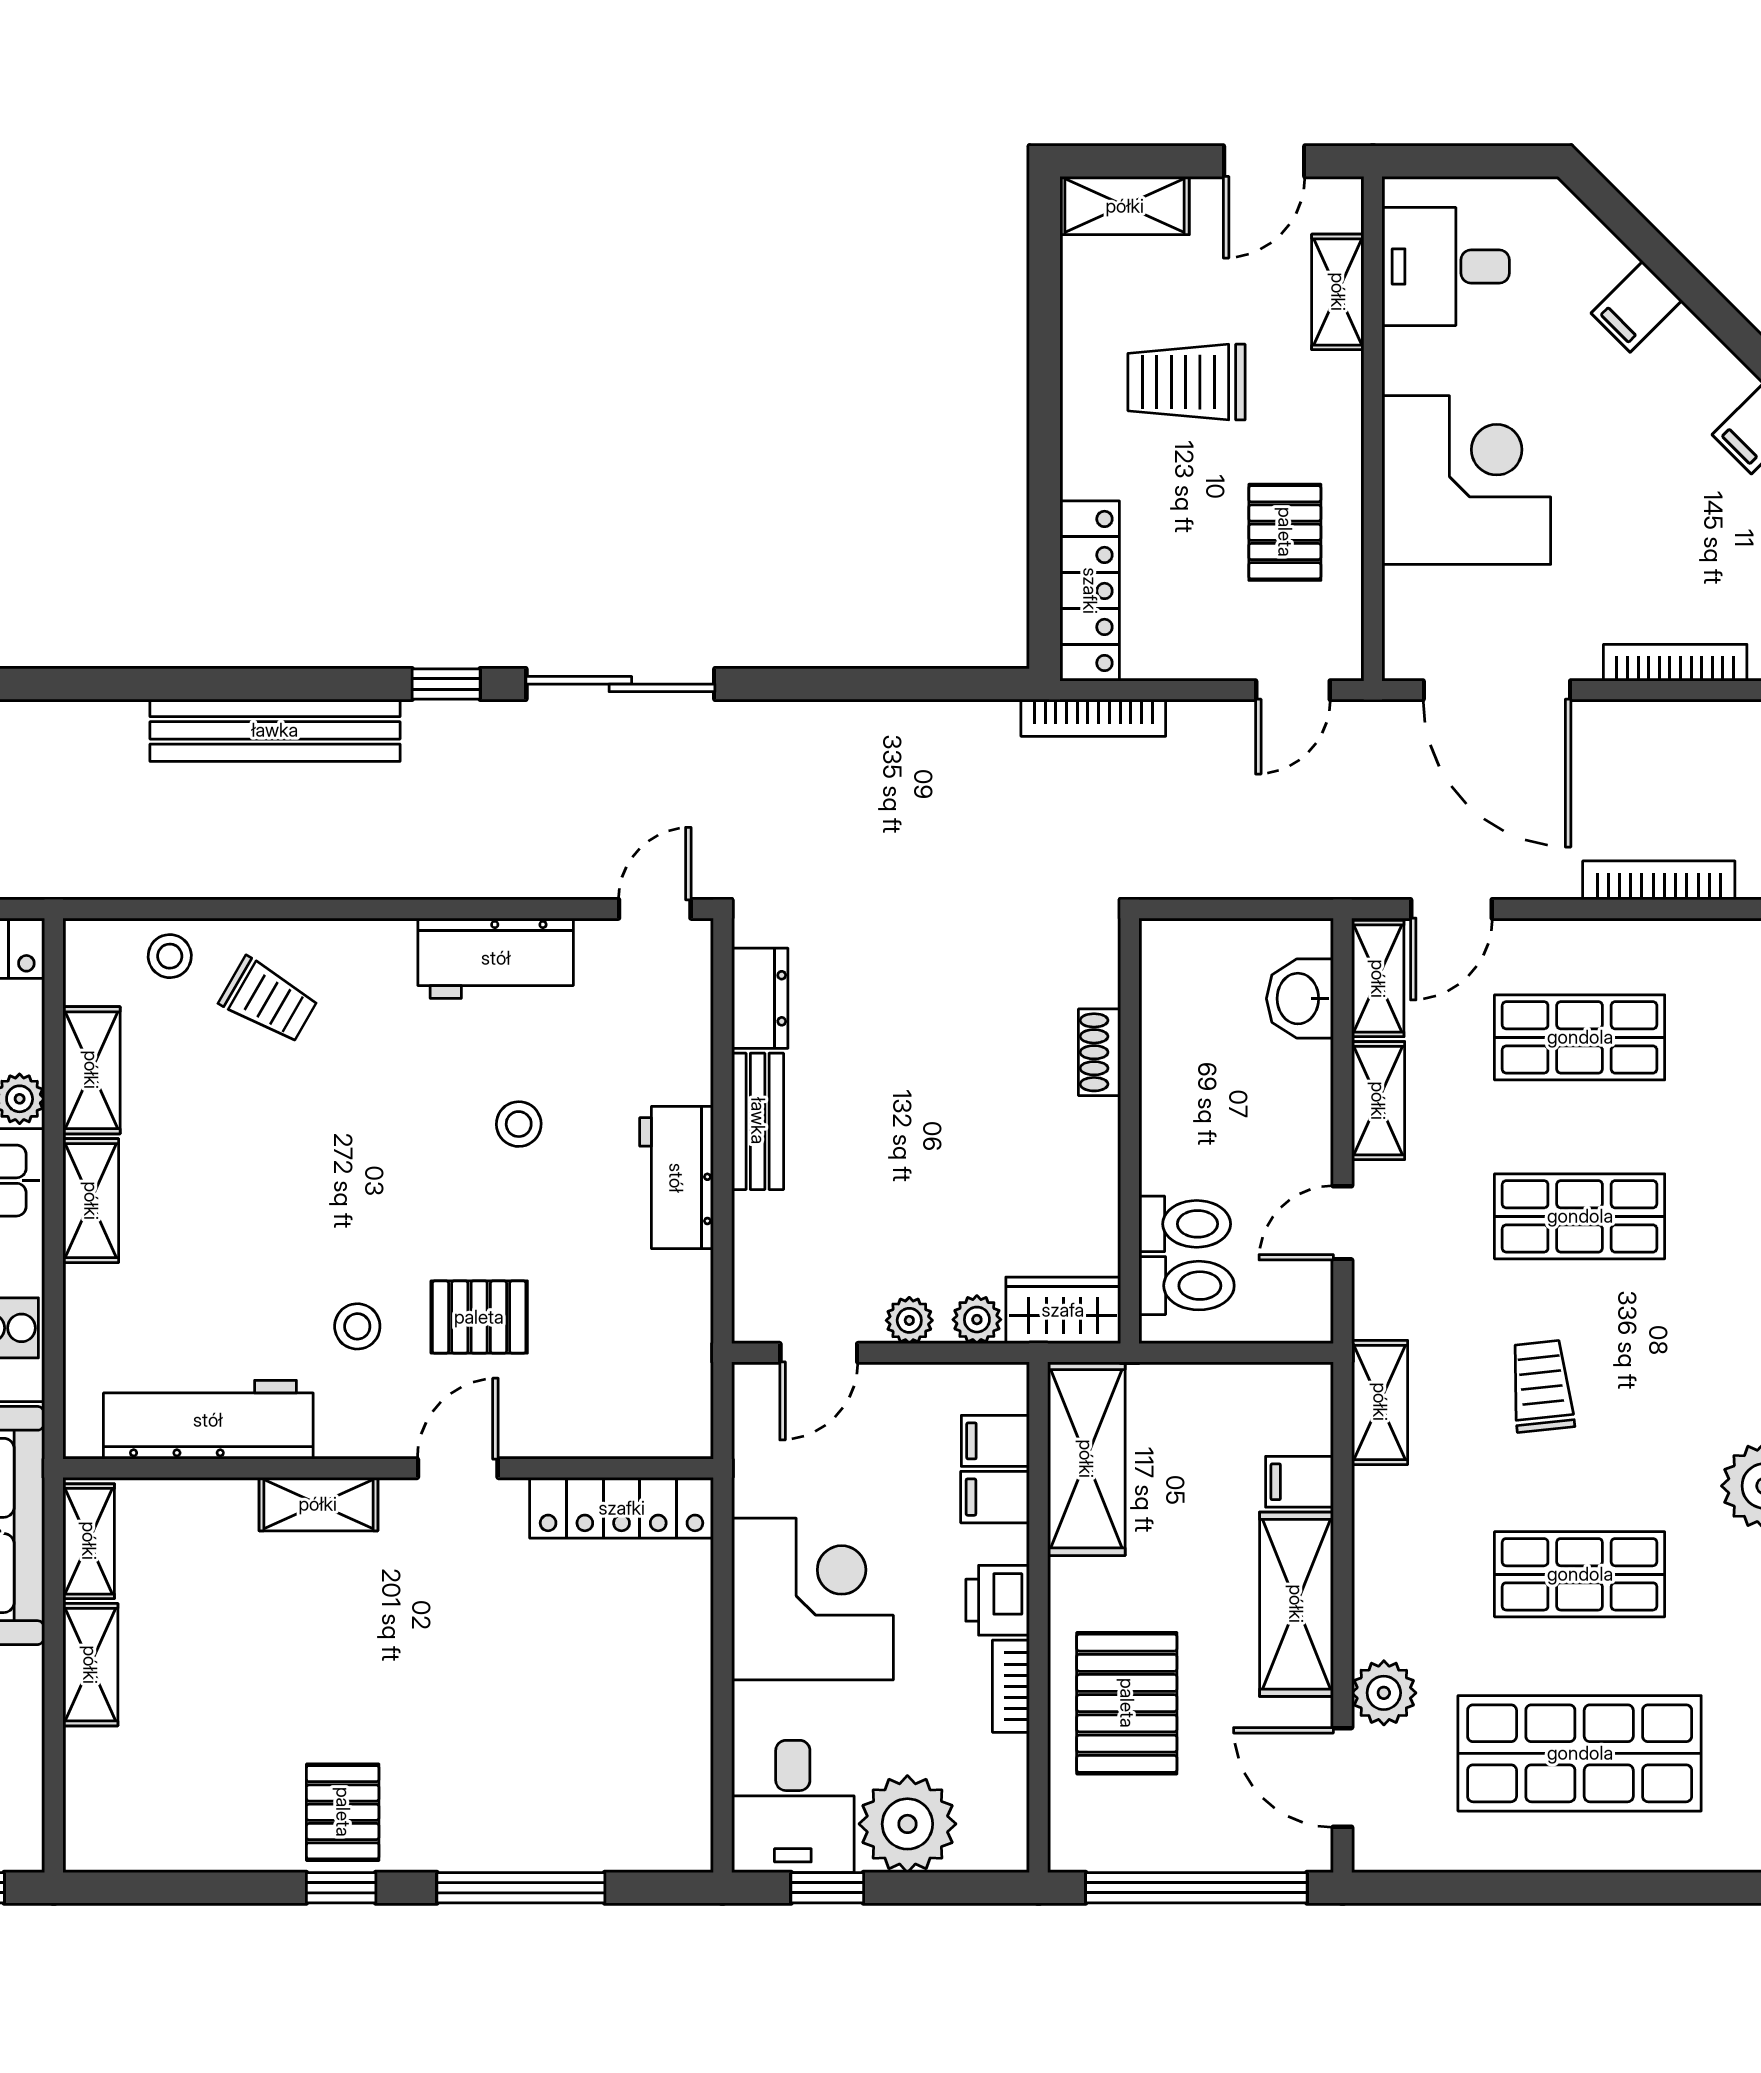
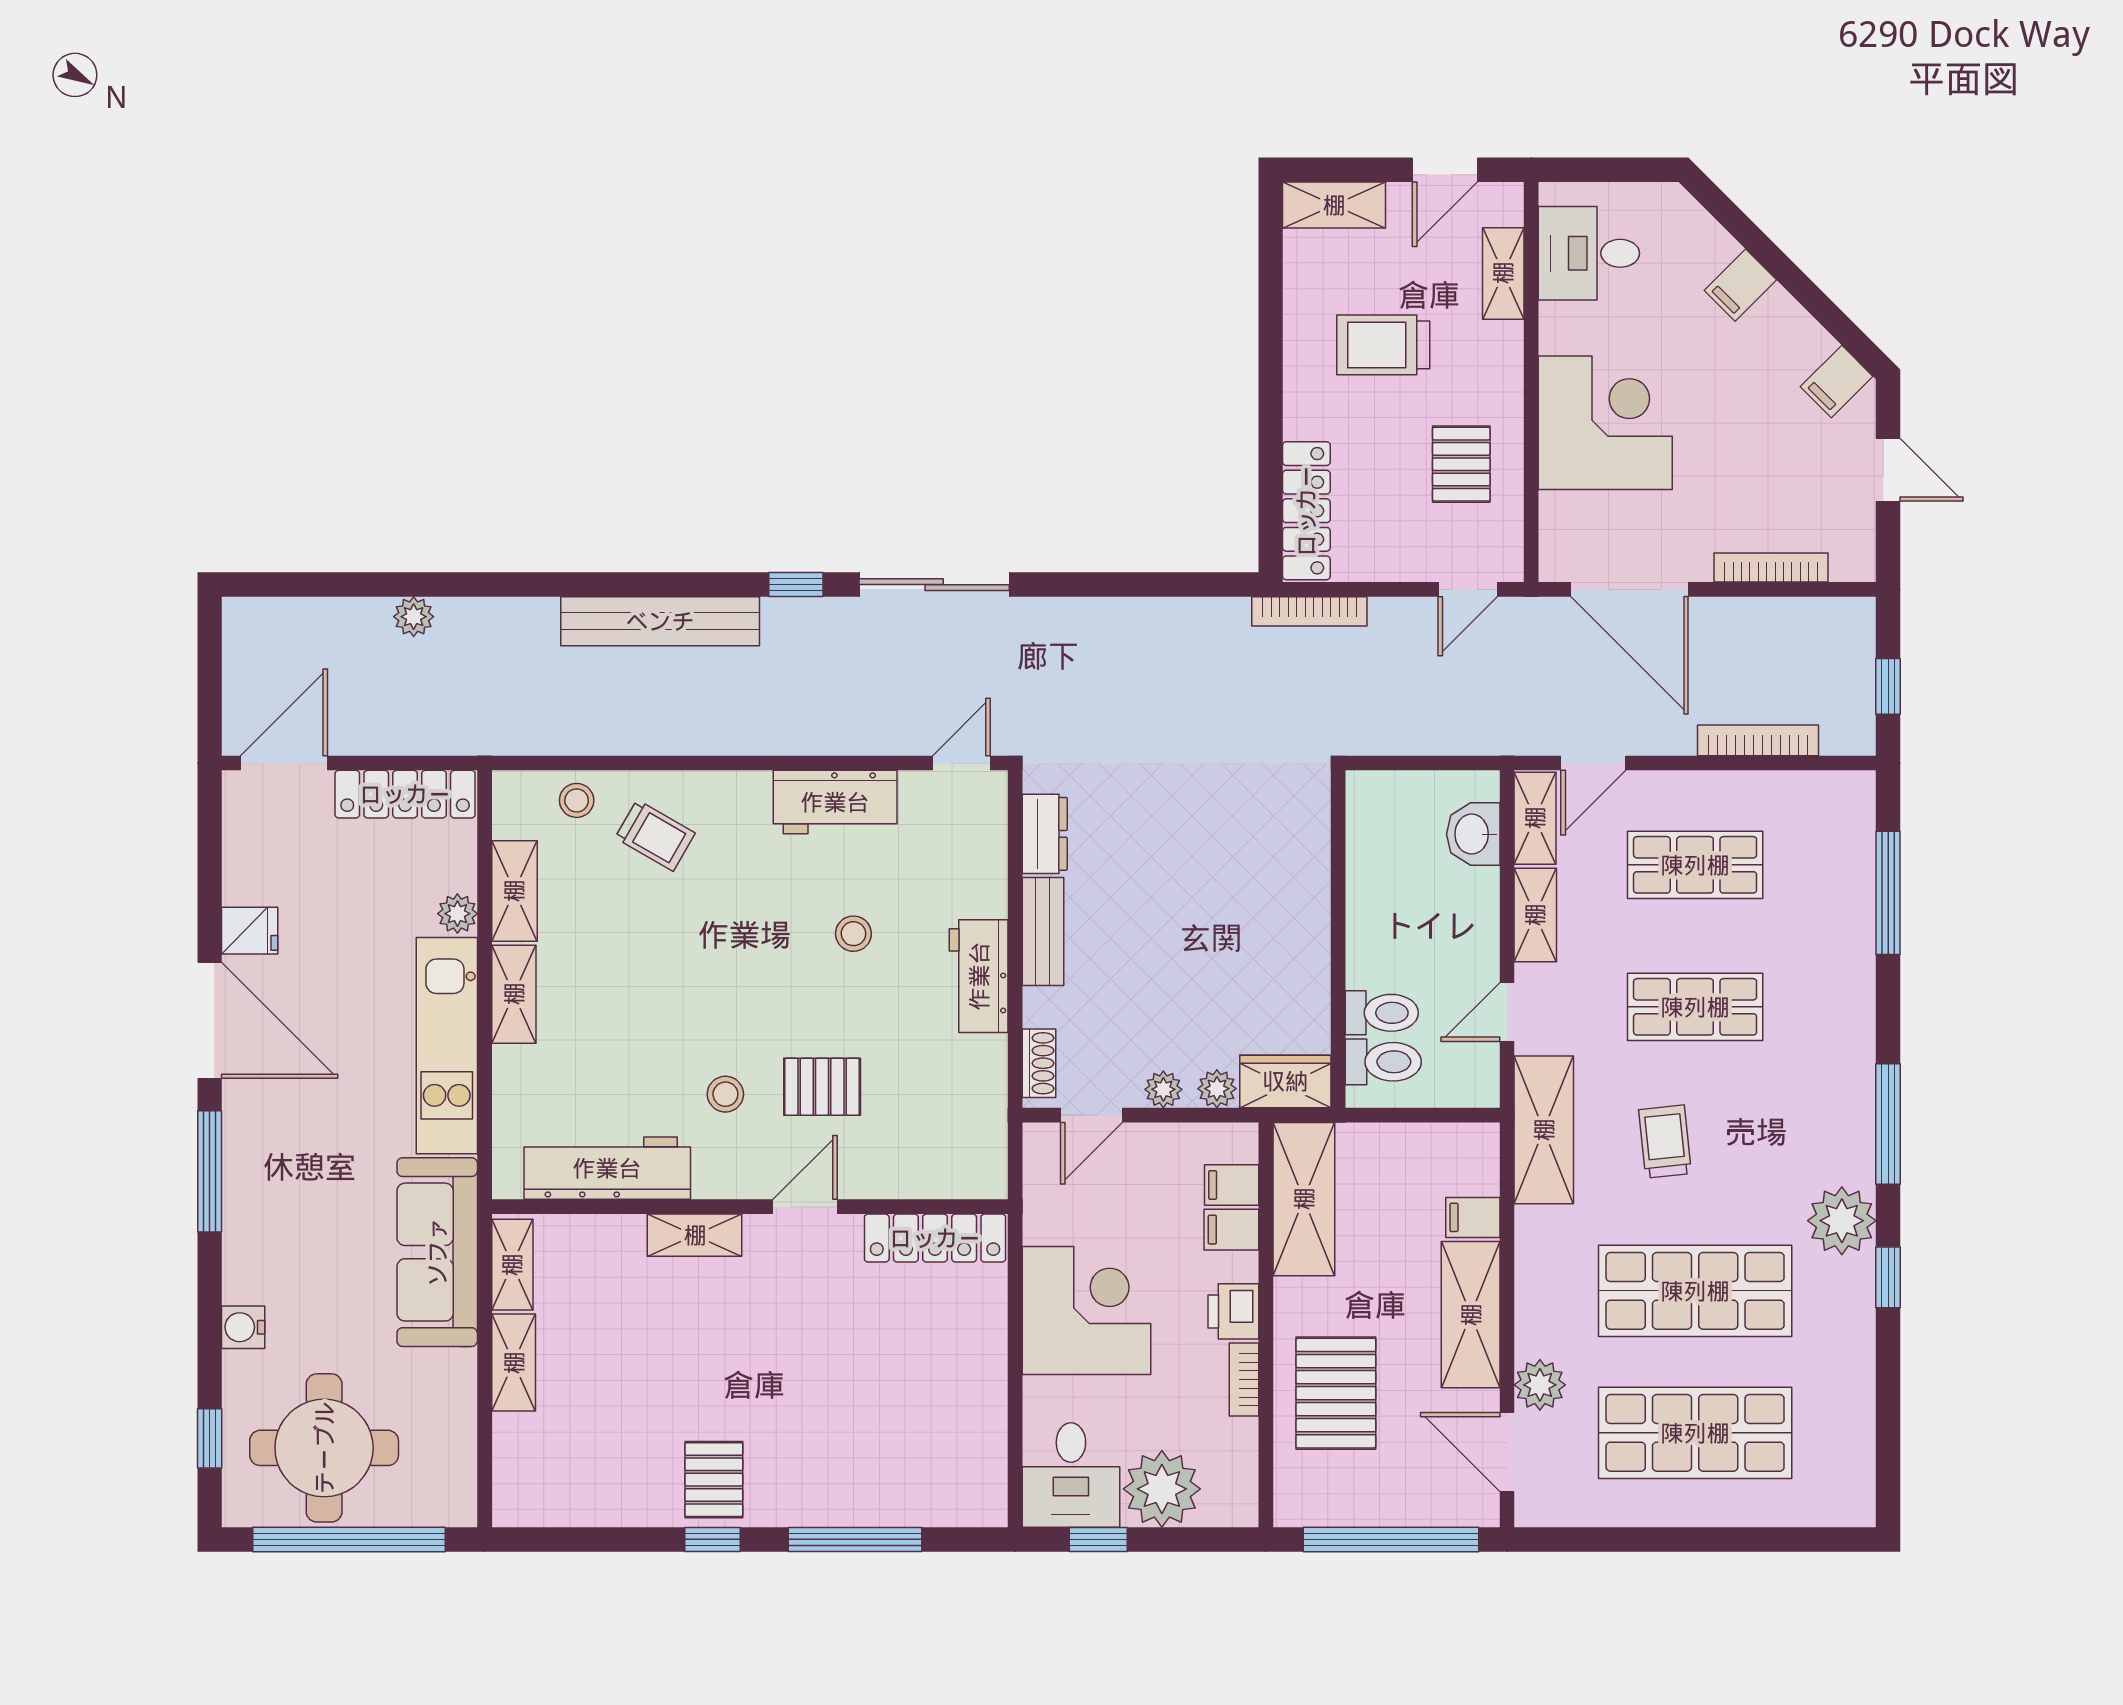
shoe rack: (1100, 1052) -> (1039, 1063), moved, turned 180
shelving: (1380, 1402) -> (1544, 1130), width x1.50, depth x1.33
shop shelf: (1580, 1574) -> (1695, 1291), width x1.43, depth x1.36

